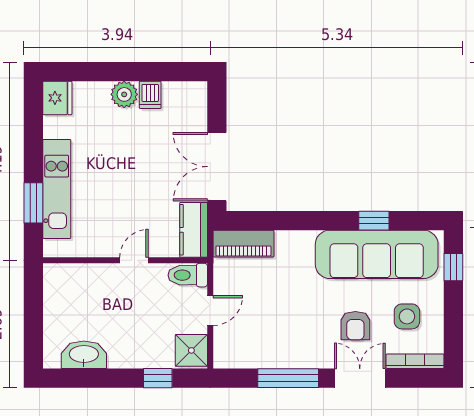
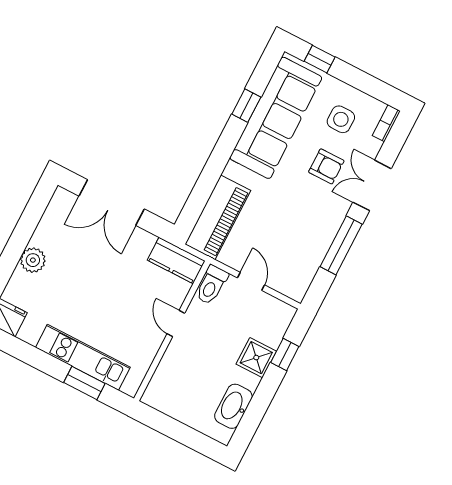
dishwasher: (150, 95) -> (45, 238), removed
double door: (217, 167) -> (112, 202), moved
piano: (243, 244) -> (218, 217), width x1.37, depth x1.33
shower: (191, 350) -> (256, 358), moved
bookcase: (415, 361) -> (386, 123), width x0.64

